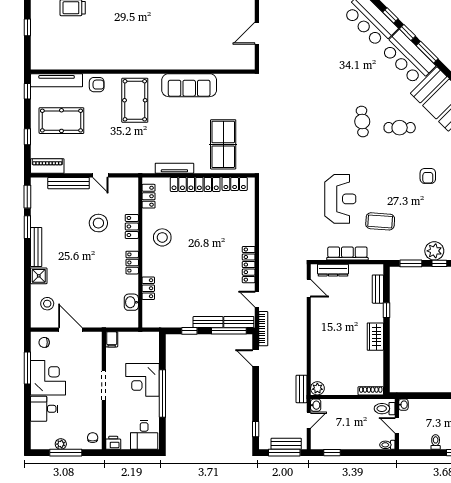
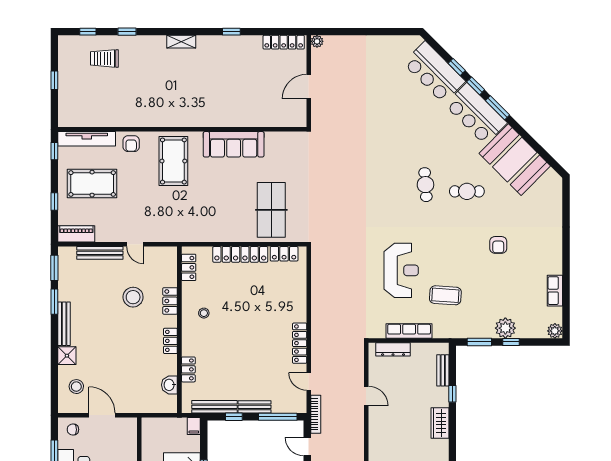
armchair: (97, 85) -> (131, 144), turned 90
tv unit: (174, 168) -> (217, 236), removed
stool: (162, 237) -> (204, 313), width x0.53, depth x0.53
door: (309, 288) -> (366, 396), moved
bench: (239, 322) -> (214, 407), moved, width x1.36
filing cabinet: (112, 339) -> (194, 426), moved

